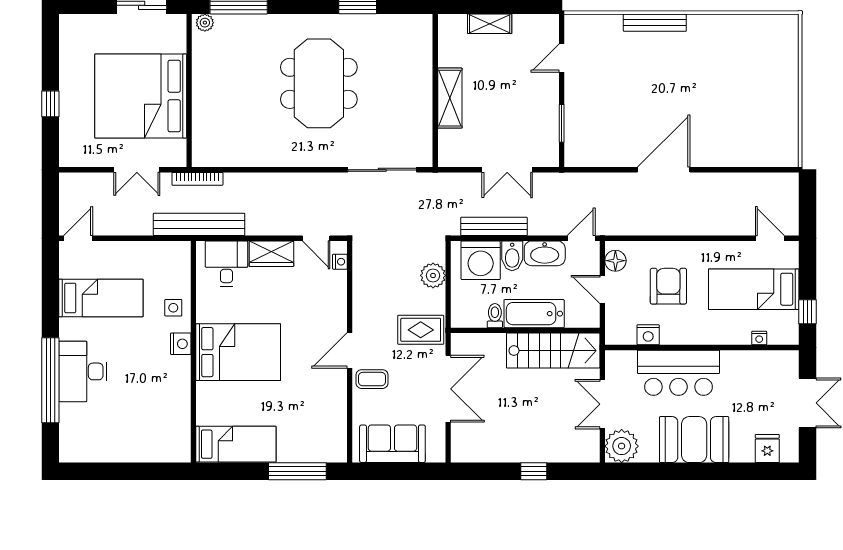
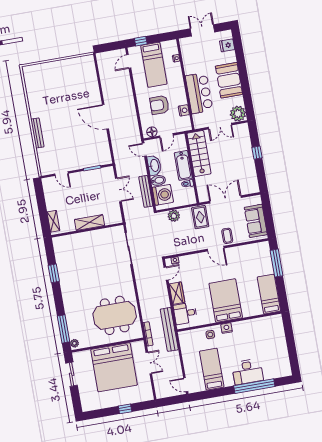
shelving: (490, 24) -> (53, 221), moved
meeting table: (319, 83) -> (115, 315), moved
window: (807, 312) -> (141, 41), moved

